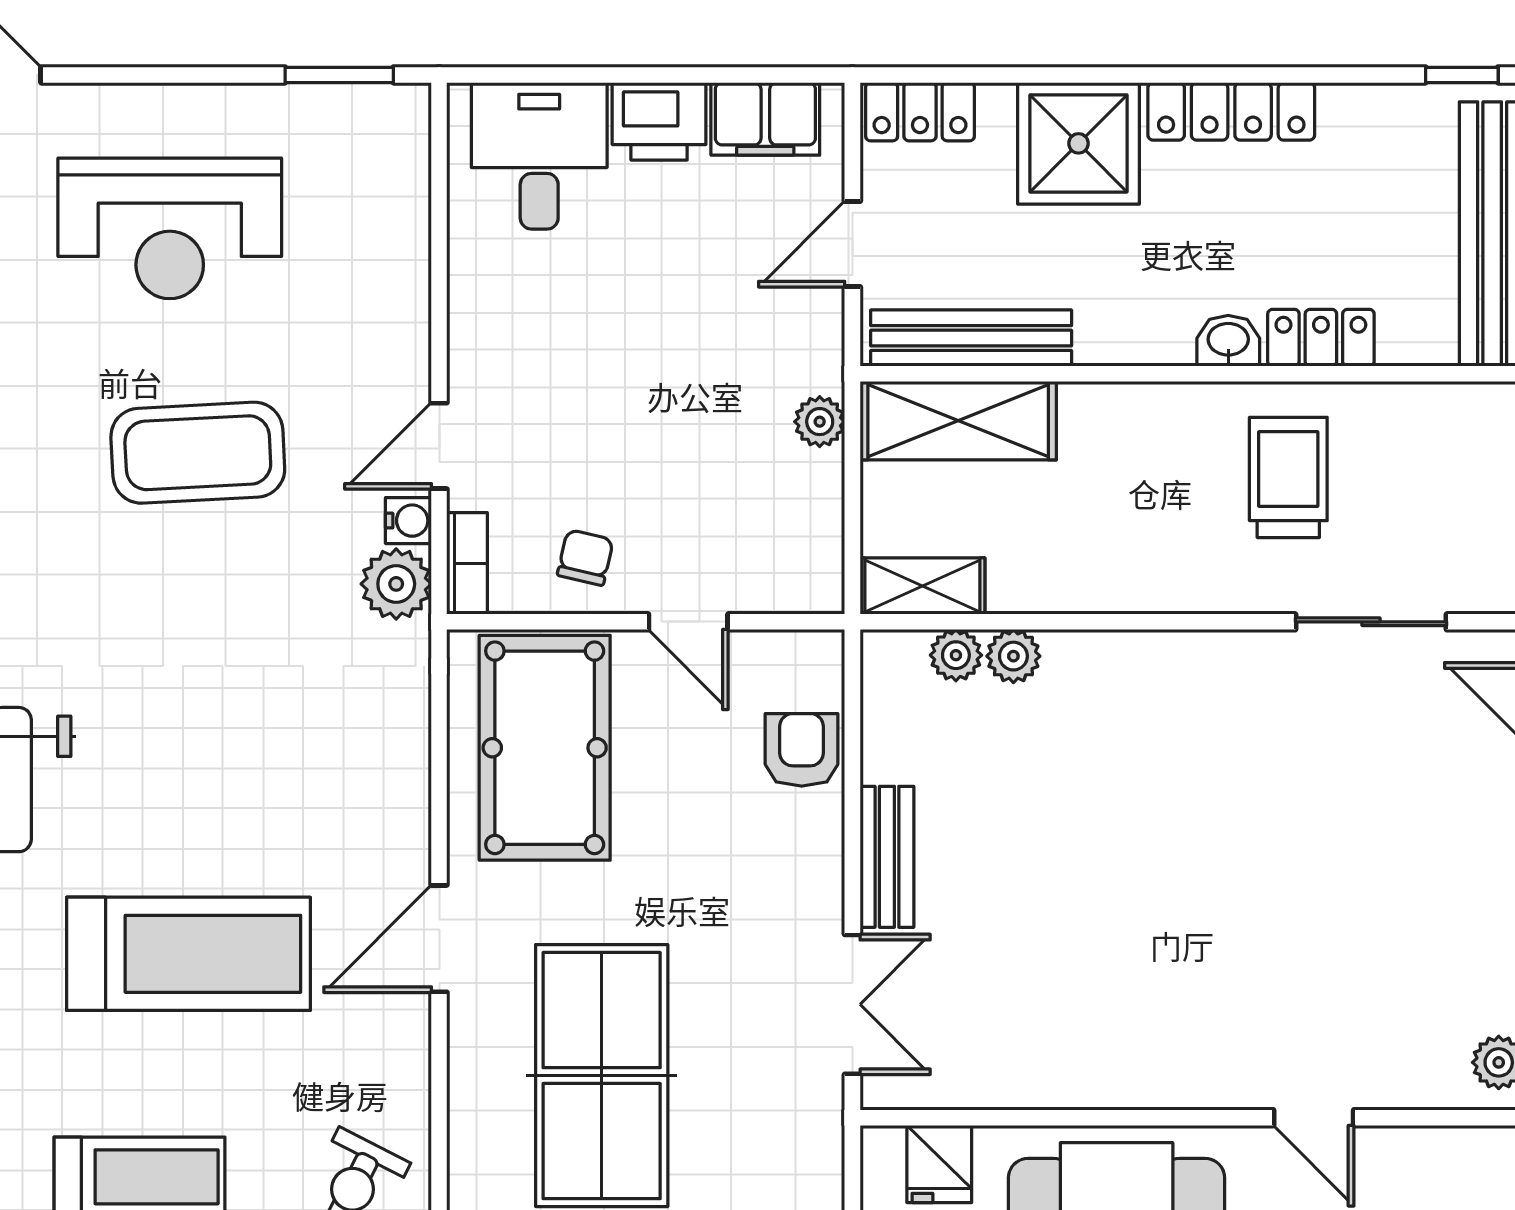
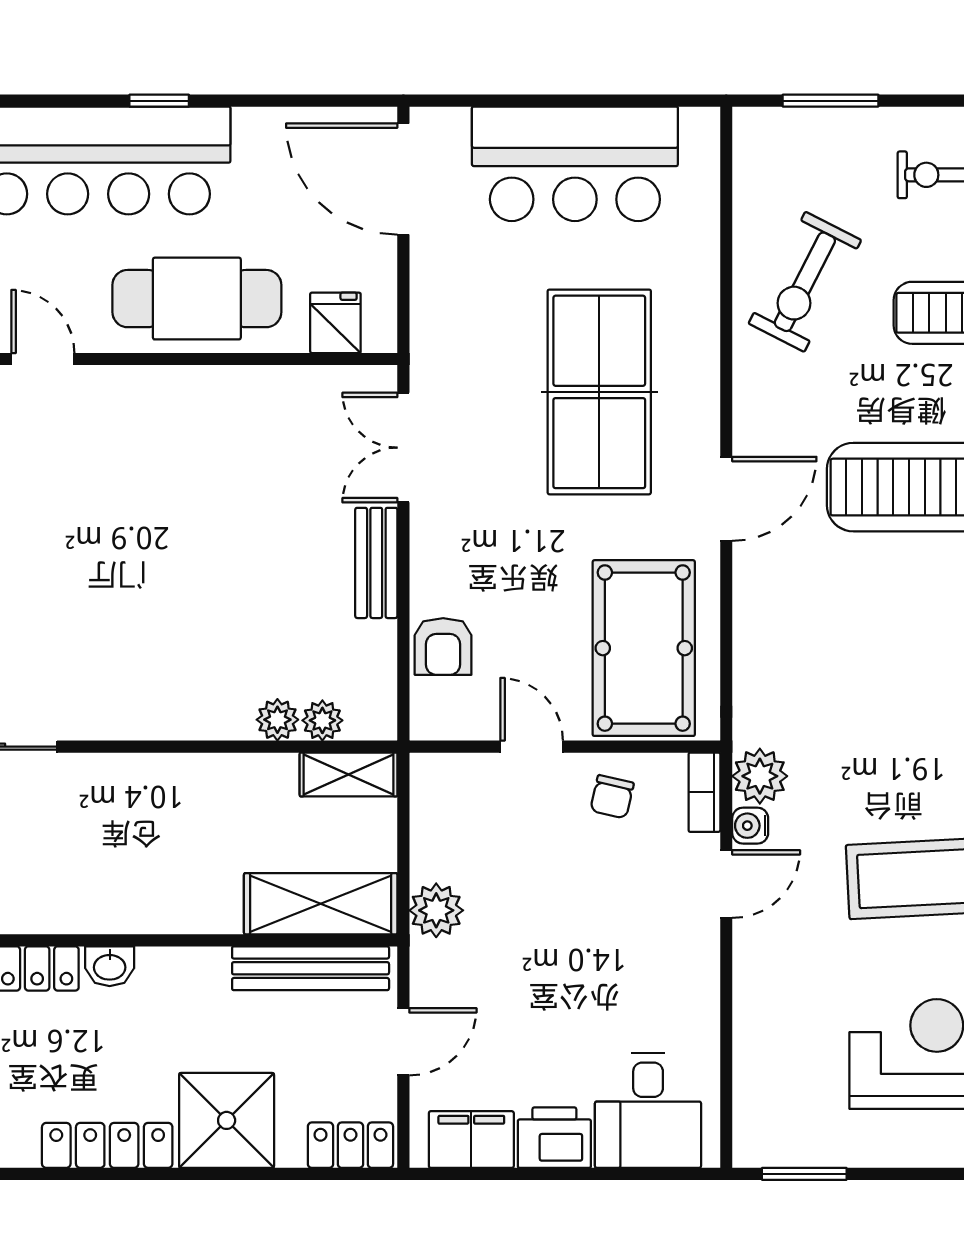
plant: (820, 422) -> (436, 910), width x1.38, depth x1.38
trolley: (1288, 477) -> (63, 859), removed

